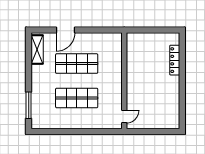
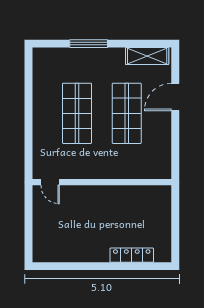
door: (65, 30) -> (175, 97), hinge flipped
window: (29, 105) -> (89, 44), moved

